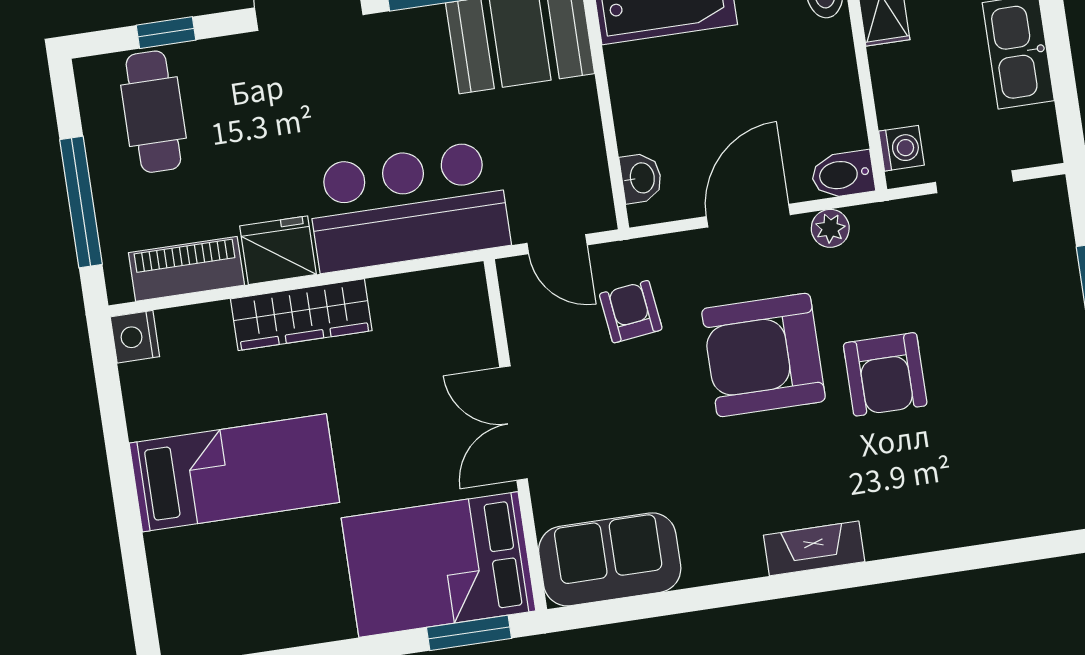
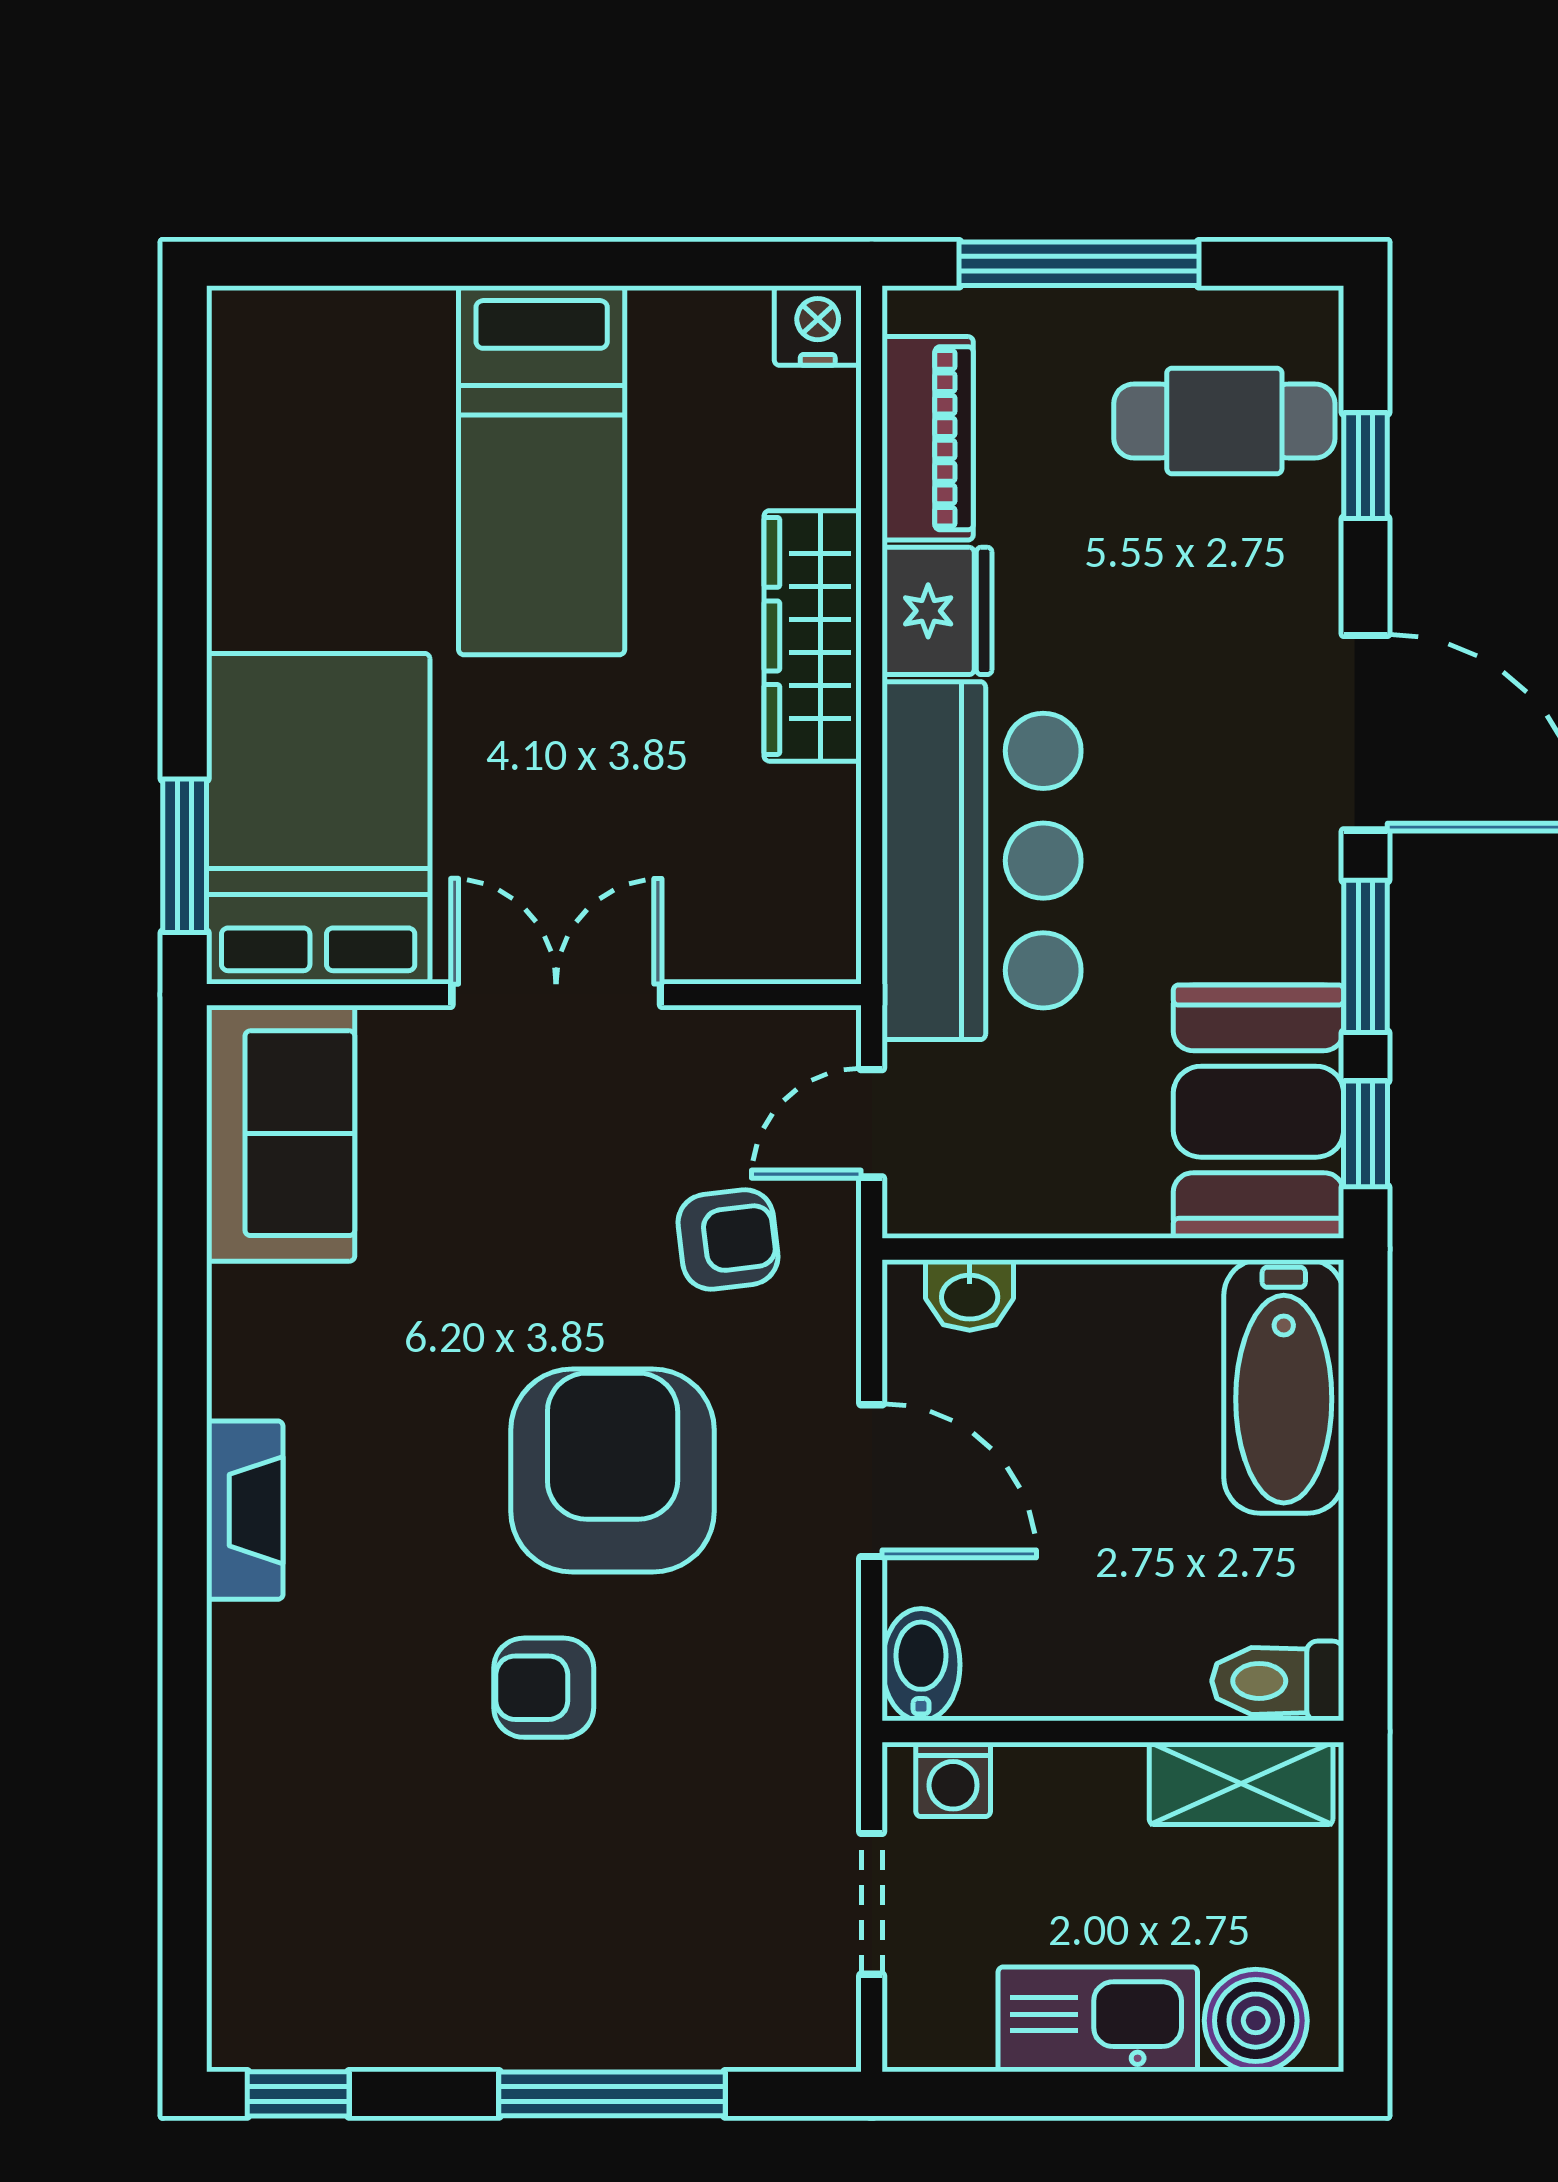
plant: (830, 228) -> (826, 1627), removed
armchair: (885, 374) -> (544, 1688), width x0.72, depth x0.72

